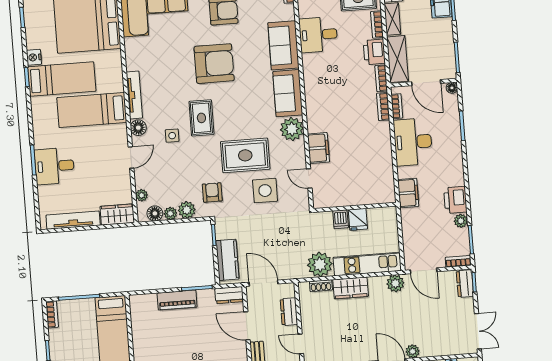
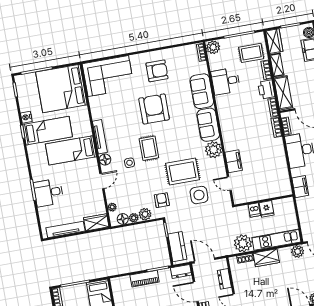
armchair: (214, 64) -> (154, 109), turned -90

